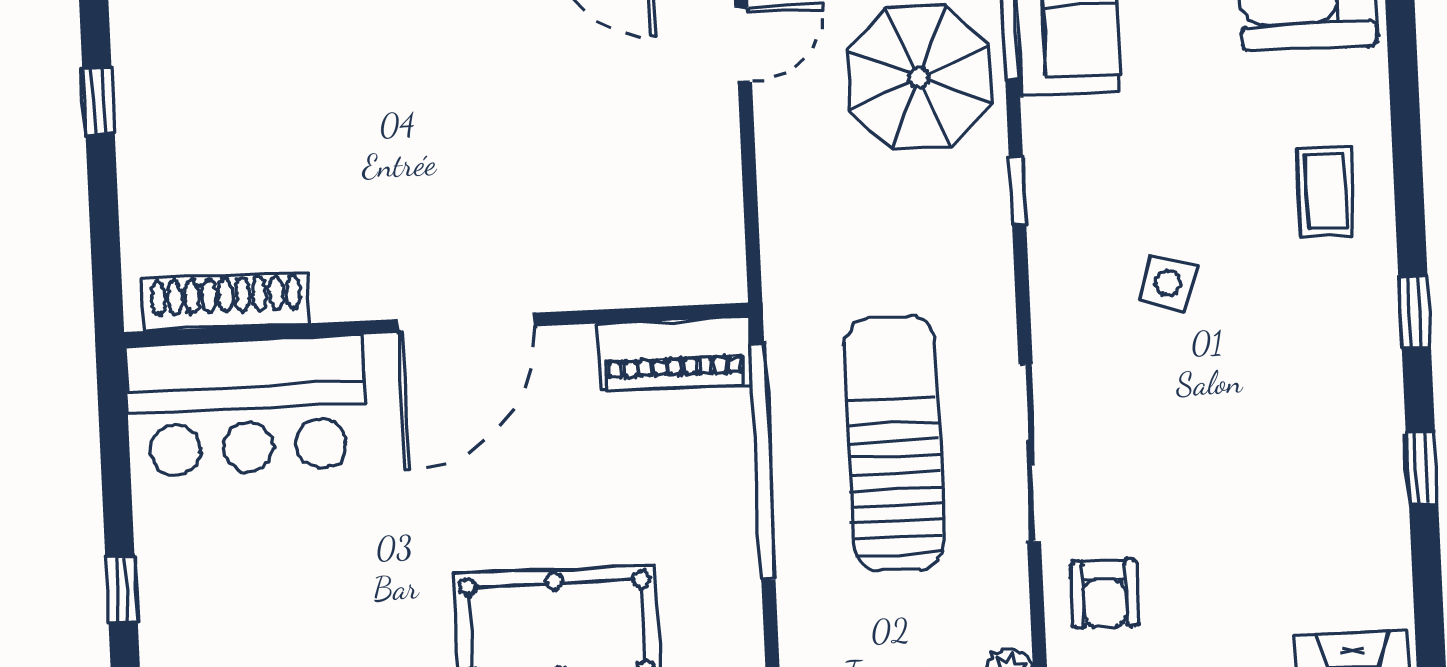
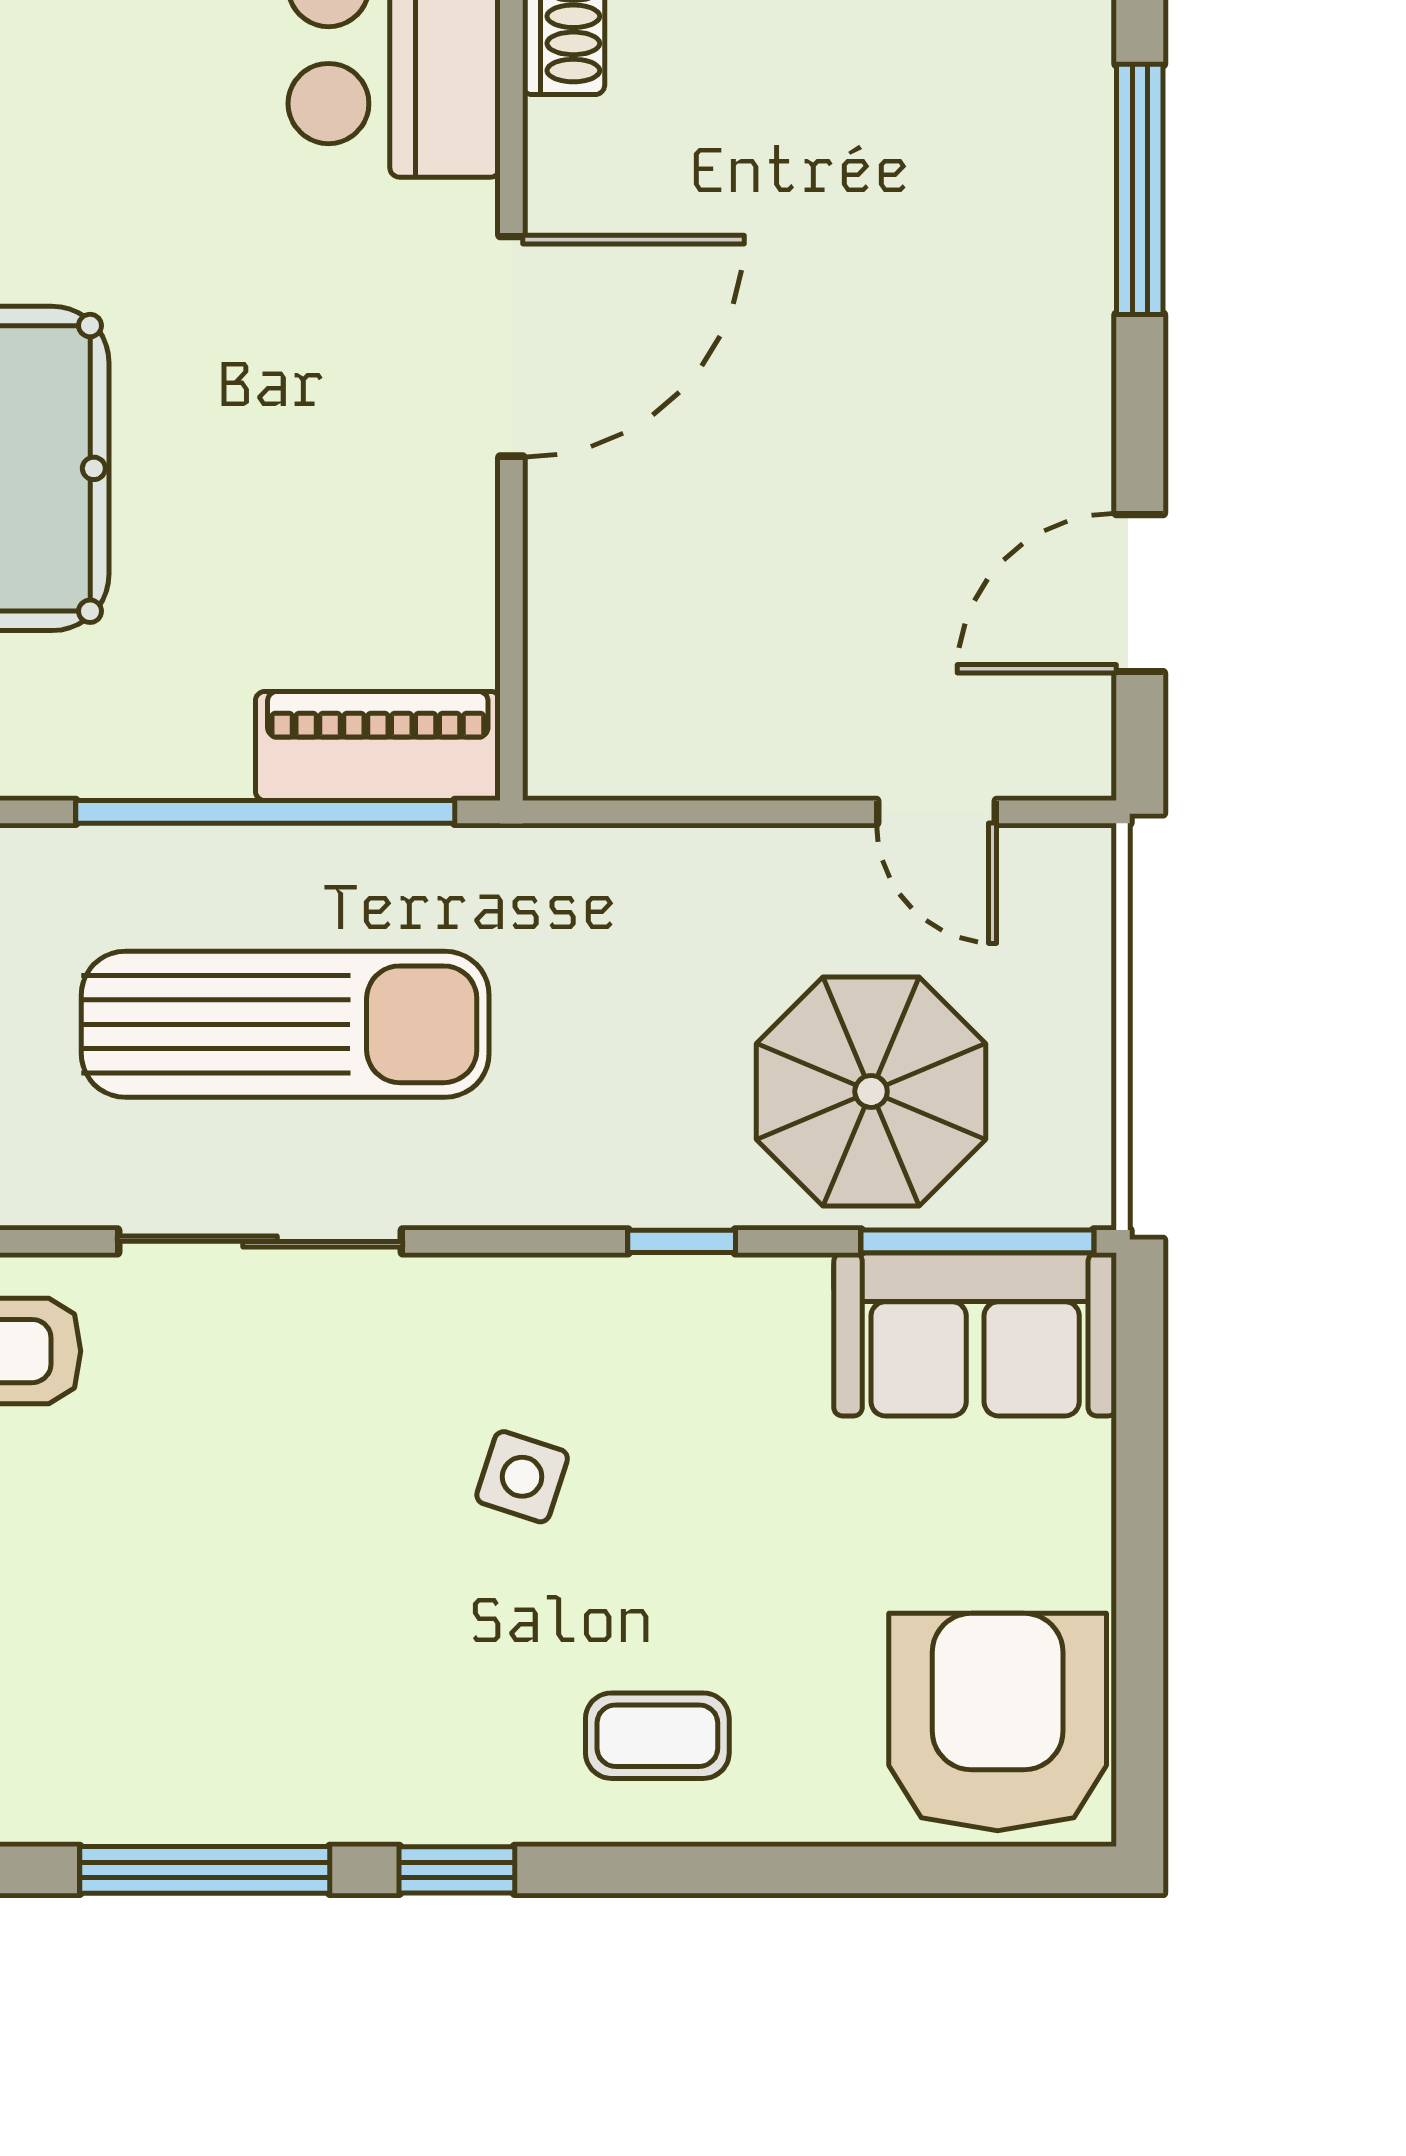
door: (466, 323) -> (511, 346), swing flipped
piano: (675, 354) -> (378, 746), moved, turned 90
window: (1422, 469) -> (205, 1870), width x2.17

